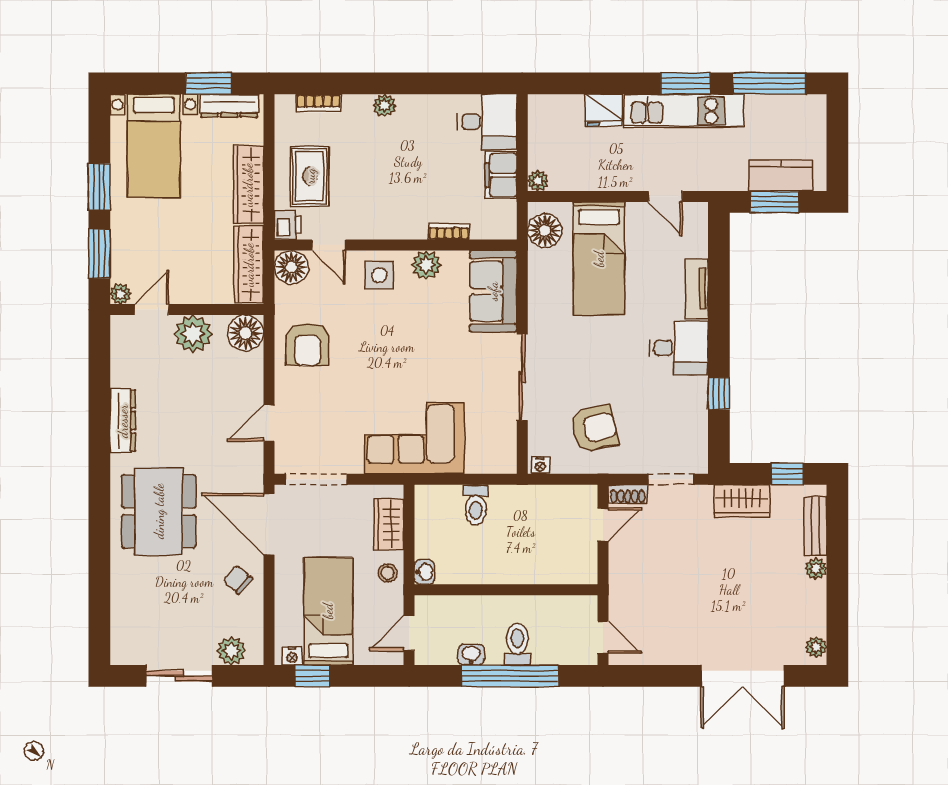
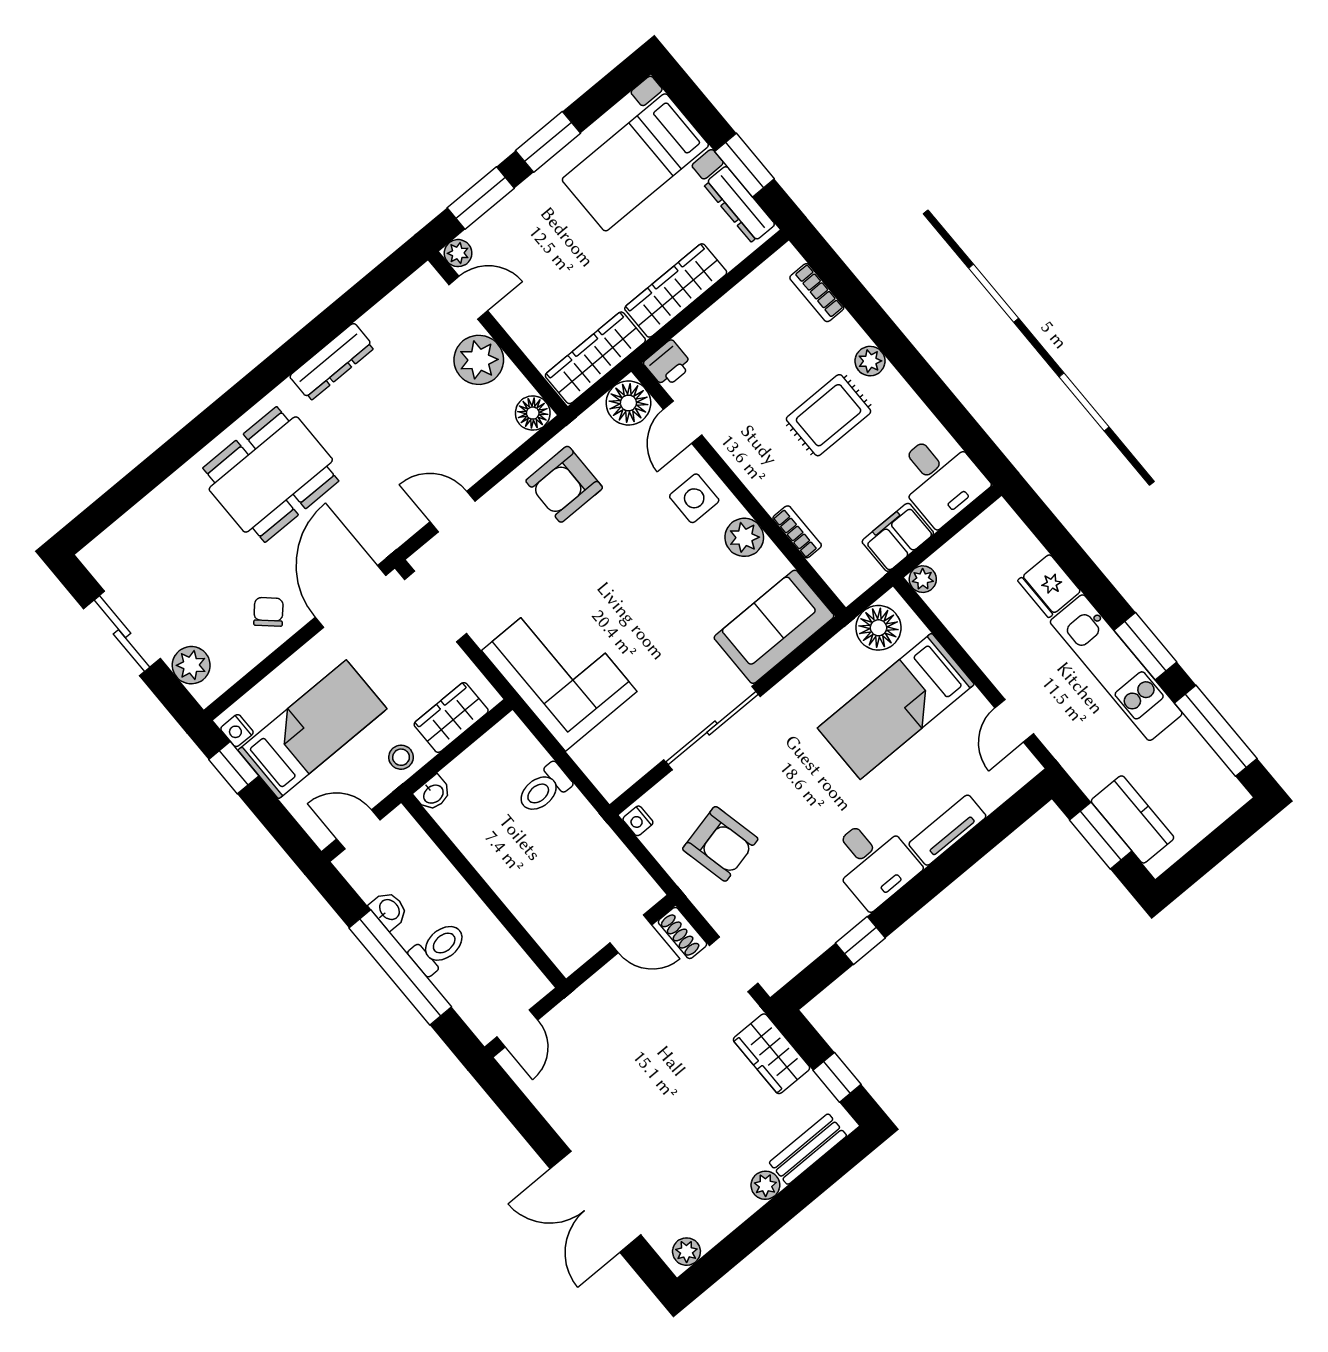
rug: (310, 176) -> (829, 415), moved
floor lamp: (246, 333) -> (533, 413), width x0.73, depth x0.73

